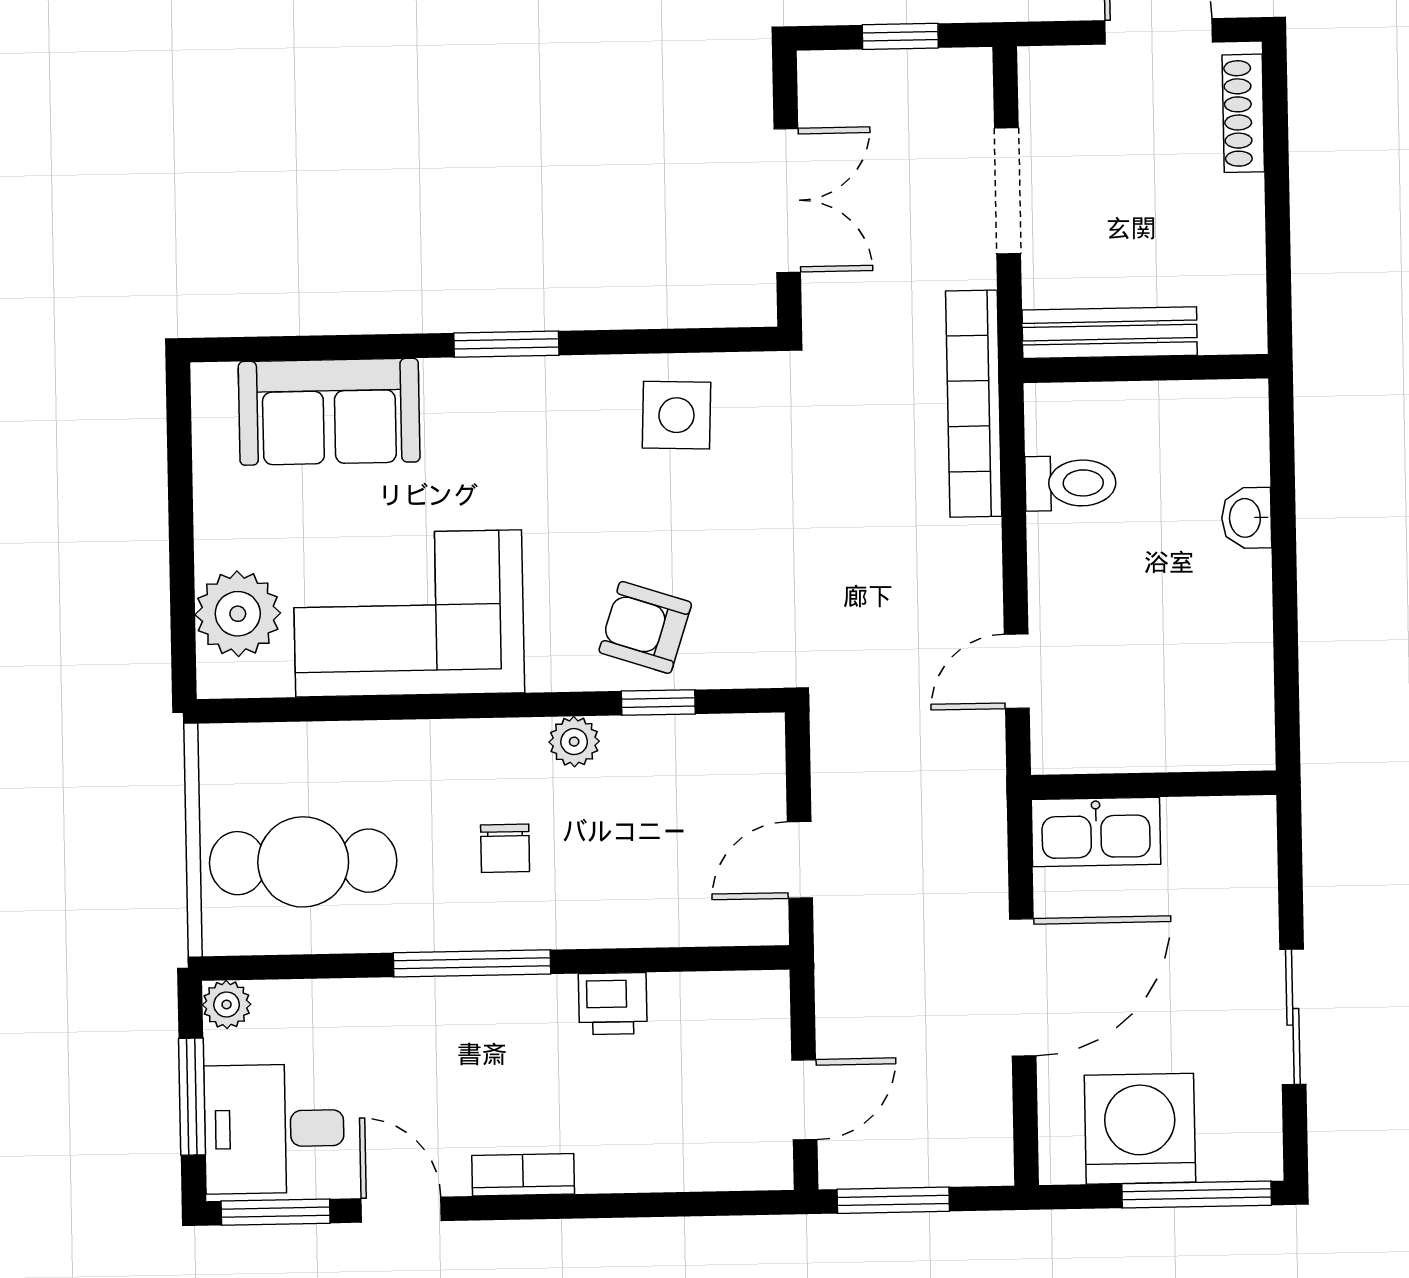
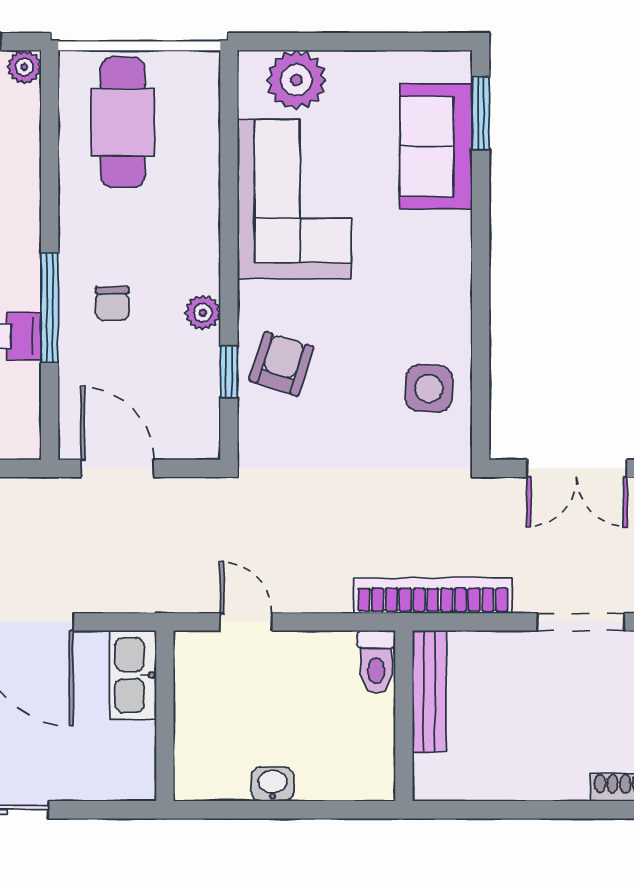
bench: (1110, 333) -> (429, 691), moved
window: (506, 344) -> (481, 113), moved
wall: (1146, 369) -> (404, 716), moved
washbasin: (1246, 518) -> (272, 784), moved
chair: (505, 848) -> (112, 304), moved, turned -90
door: (800, 860) -> (117, 468), width x1.37
window: (472, 963) -> (50, 307), moved

